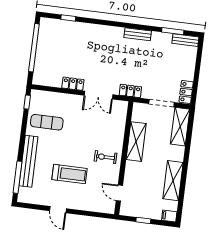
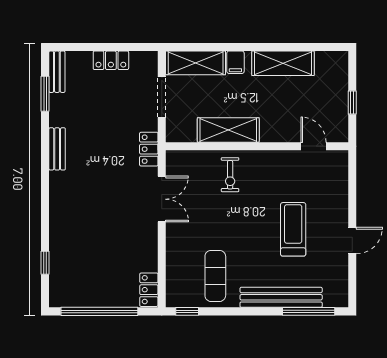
locker: (73, 84) -> (149, 290), moved
locker: (186, 92) -> (111, 60), moved
exercise bike: (105, 157) -> (230, 175), moved
door: (119, 193) -> (314, 146), swing flipped
filing cabinet: (169, 216) -> (235, 62), moved

